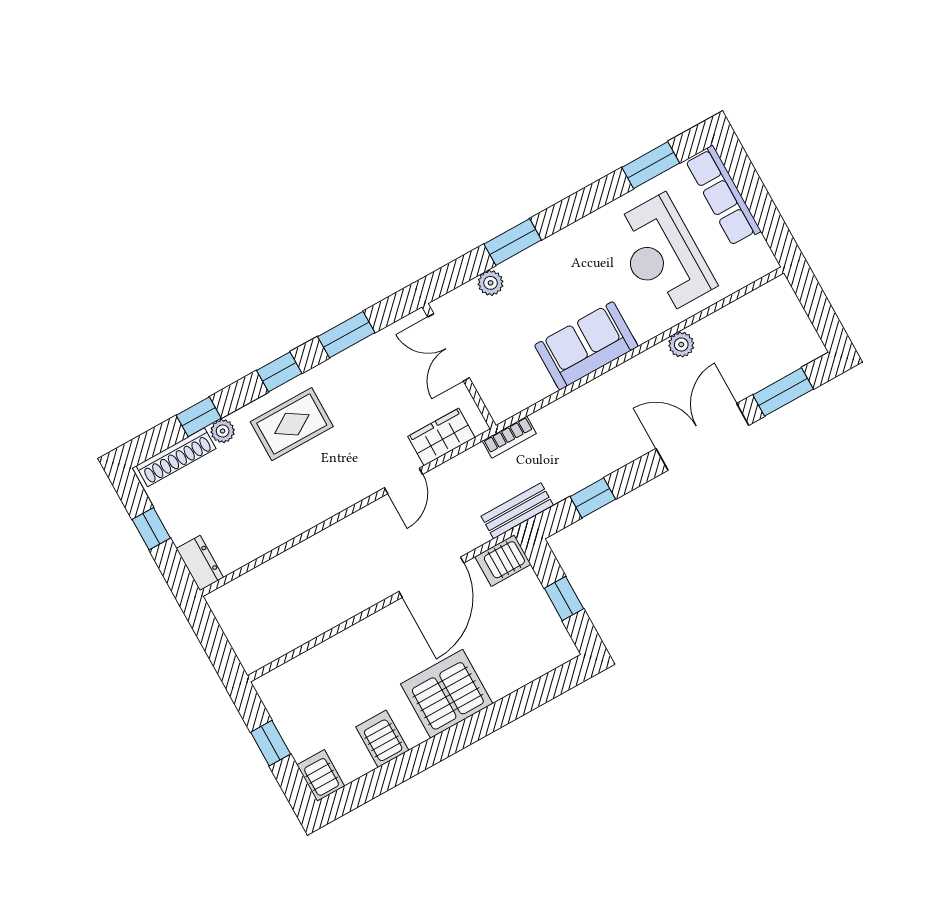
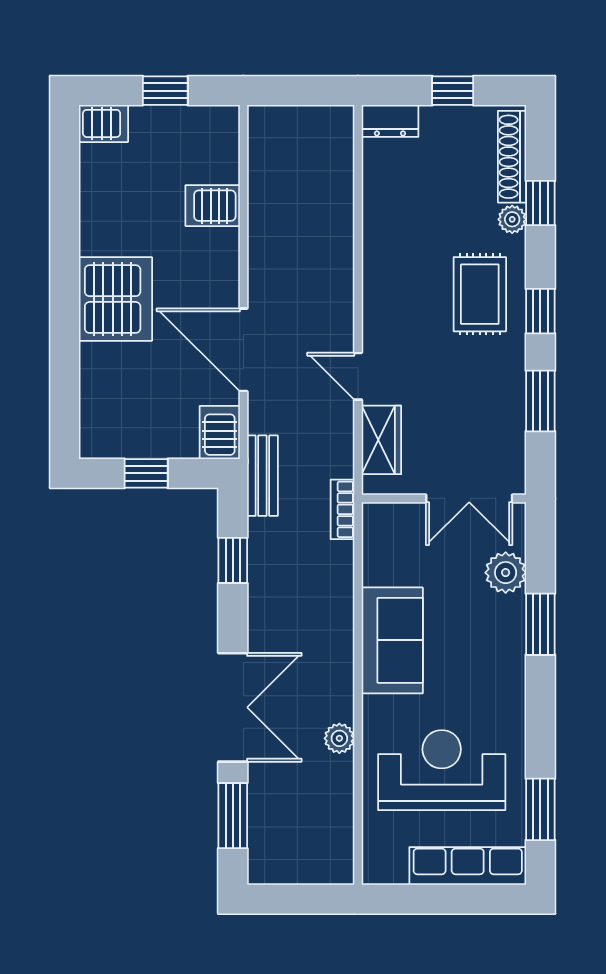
plant: (491, 283) -> (506, 573), width x1.38, depth x1.38
double door: (449, 347) -> (469, 498), swing flipped
server rack: (382, 739) -> (213, 206), moved, turned 180

